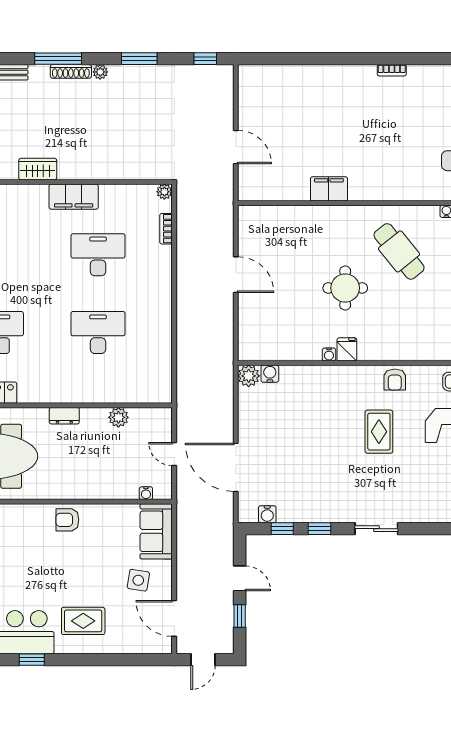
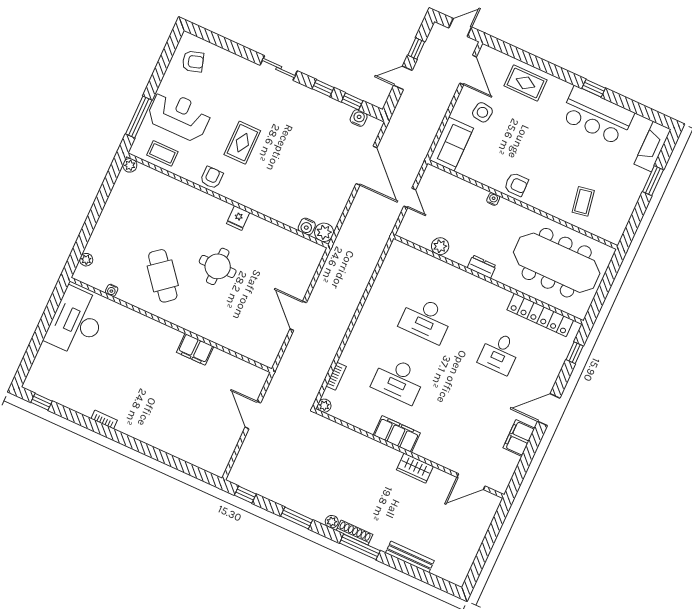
water cooler: (329, 354) -> (254, 220), removed
water cooler: (146, 493) -> (493, 199), moved
door: (240, 578) -> (403, 78), hinge flipped
rug: (83, 621) -> (526, 83), moved

